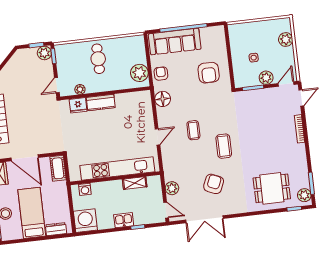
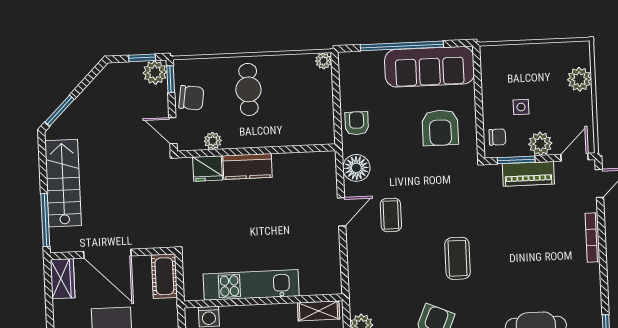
sofa: (175, 41) -> (429, 67), moved
chair: (66, 66) -> (191, 98), added
plant: (139, 73) -> (323, 61), moved, width x0.53, depth x0.53
chair: (241, 76) -> (497, 137), added
door: (57, 85) -> (173, 131), hinge flipped
piano: (260, 95) -> (528, 174), added
coffee table: (193, 130) -> (391, 215), moved
door: (157, 137) -> (342, 212), moved
kitchen unit: (117, 169) -> (251, 285), width x0.73
shelving: (135, 183) -> (319, 311), moved

